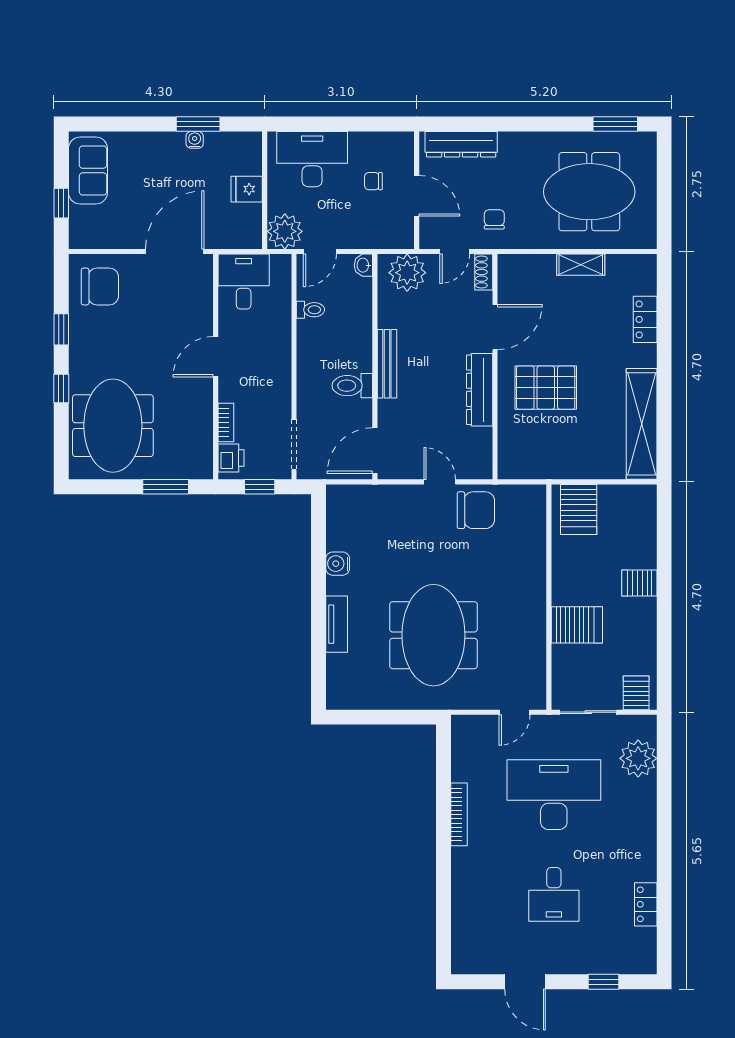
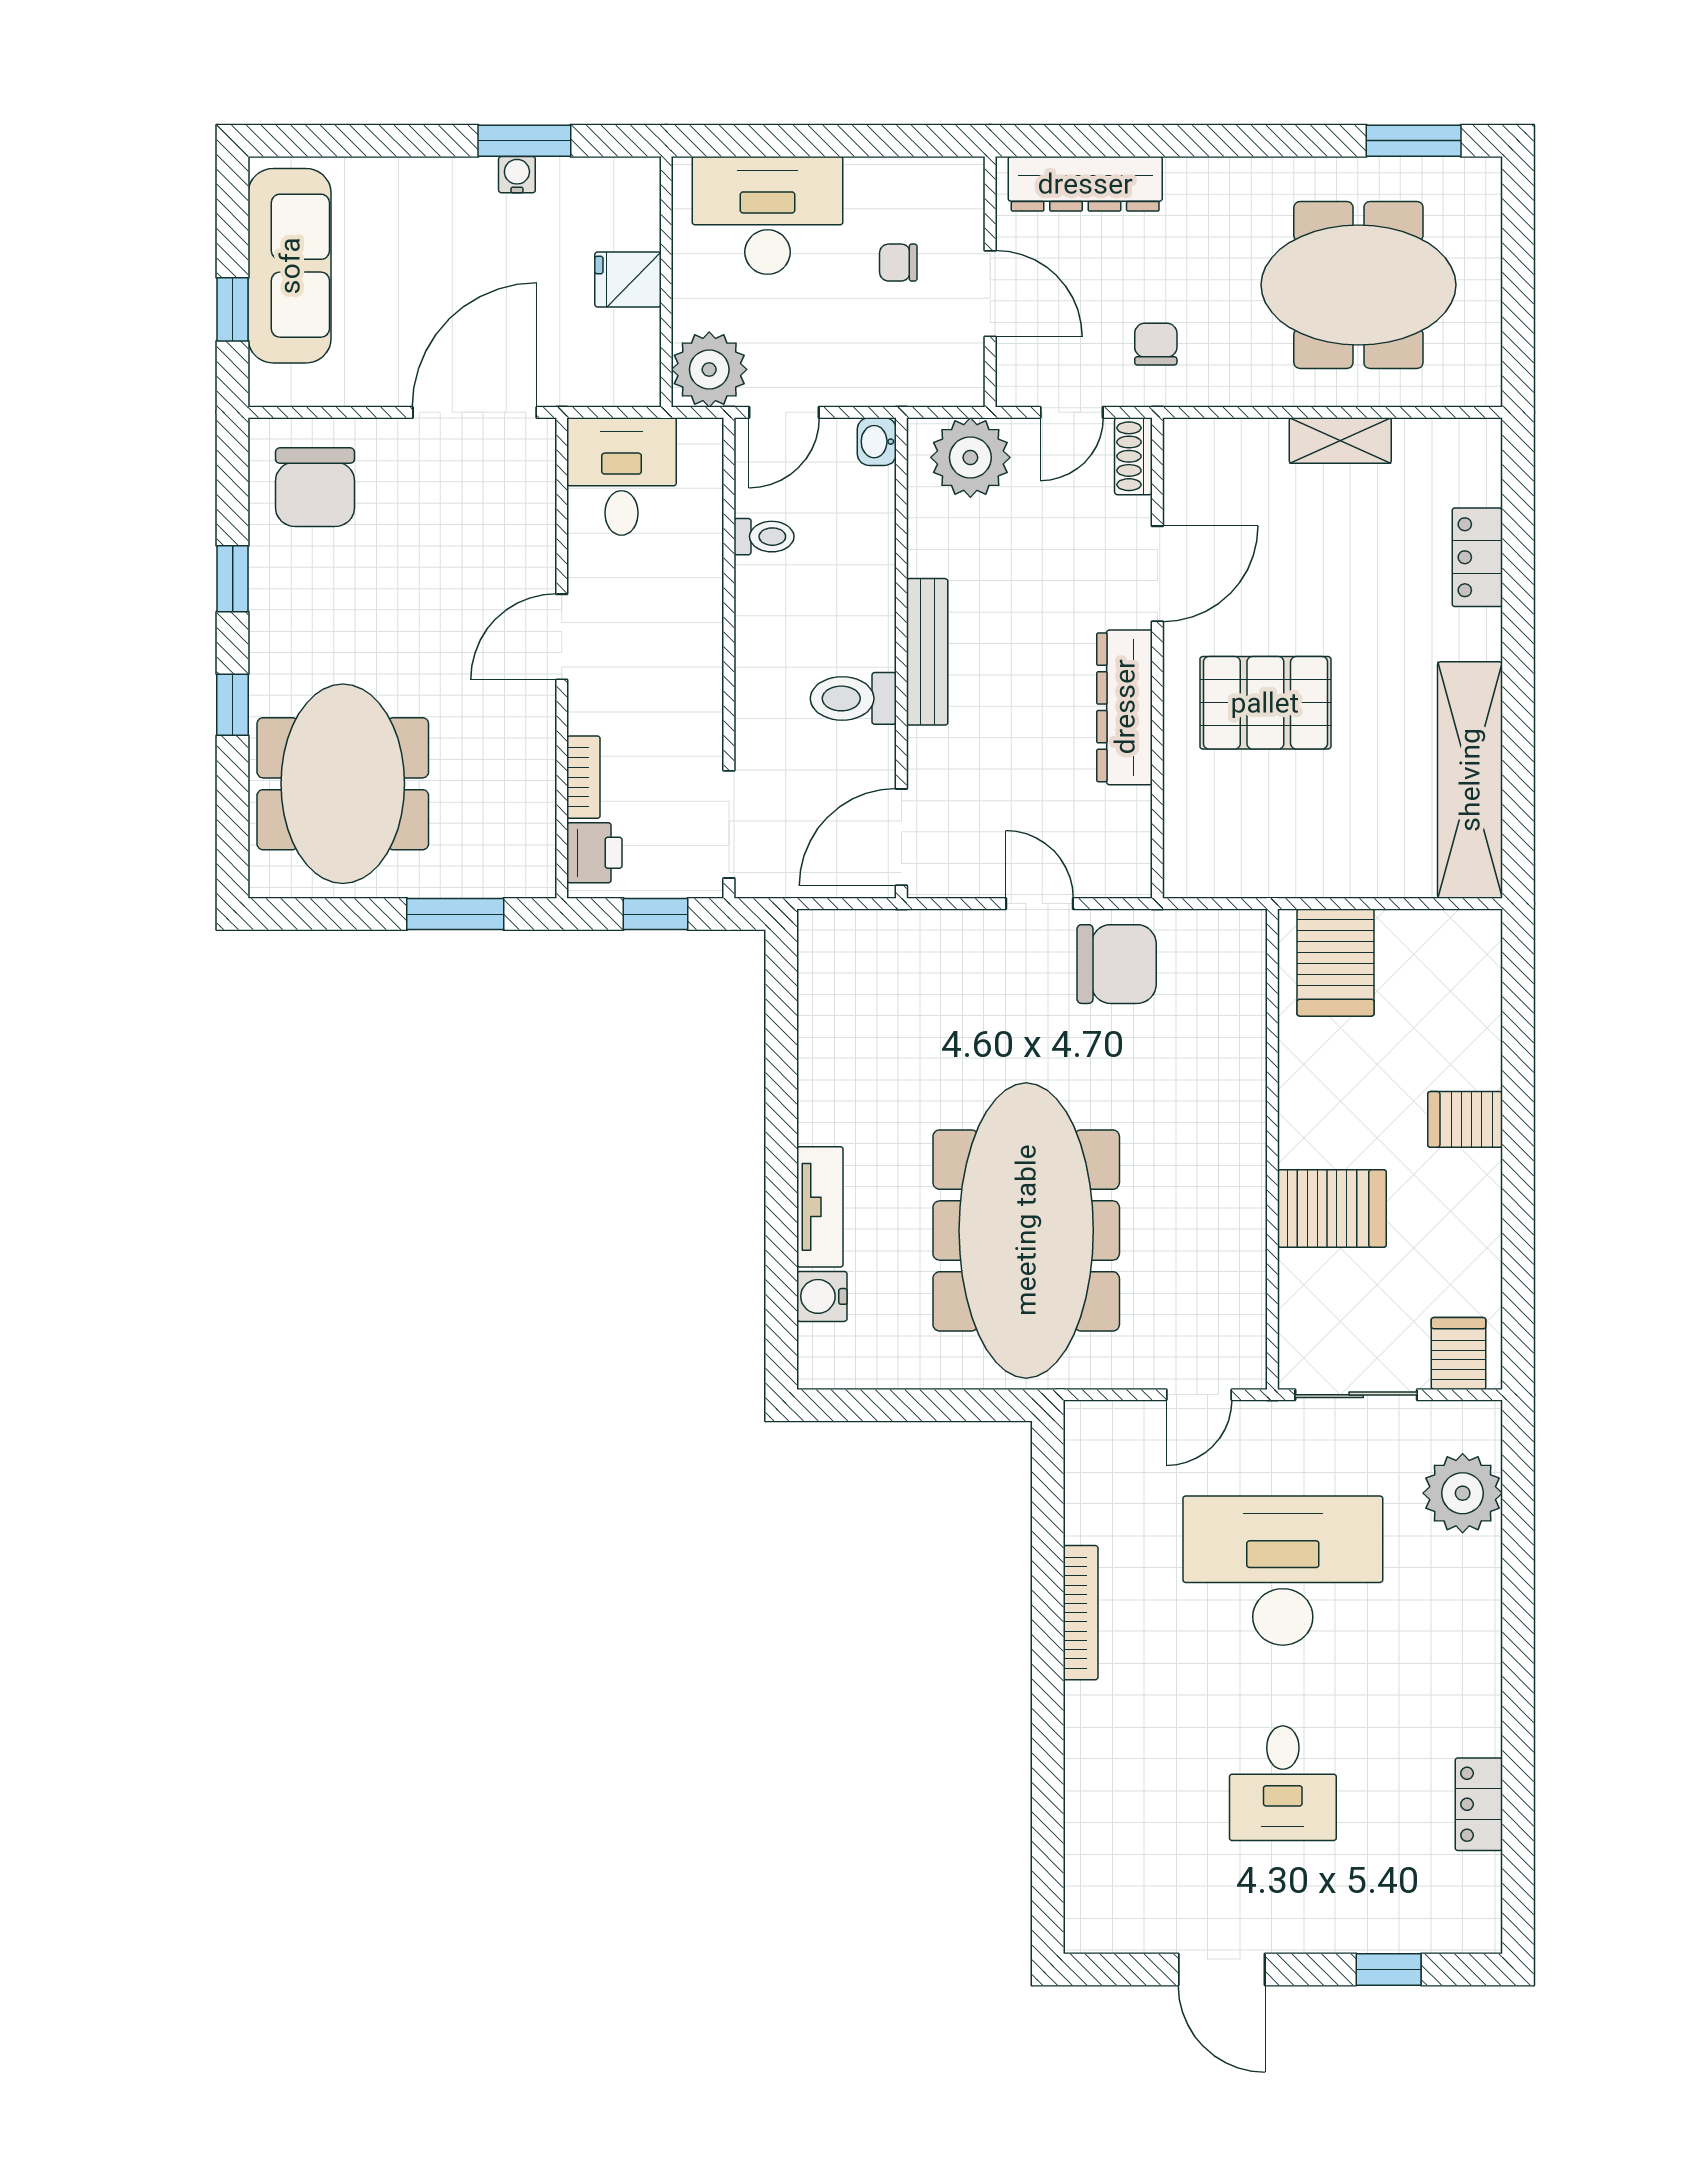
sofa: (88, 171) -> (290, 266), width x1.36
chair: (100, 286) -> (315, 487), turned 90
water cooler: (338, 564) -> (822, 1296), moved
meeting table: (433, 635) -> (1026, 1230), width x1.36

